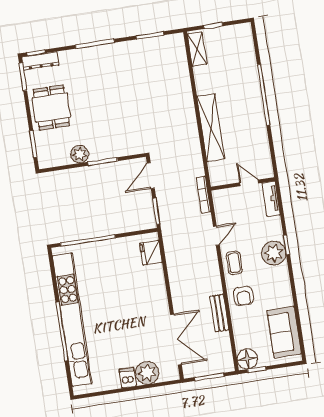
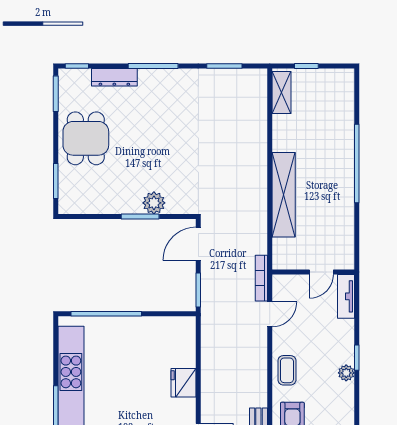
dresser: (40, 61) -> (114, 77), moved
plant: (80, 154) -> (154, 203), moved
door: (249, 183) -> (321, 272), swing flipped
door: (216, 236) -> (270, 314), moved
fridge: (151, 253) -> (184, 383), moved
plant: (274, 253) -> (346, 373), width x0.53, depth x0.53

